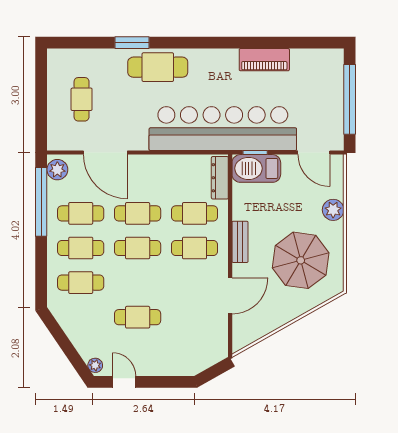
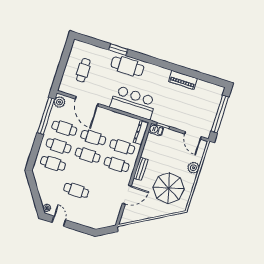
bar counter: (223, 129) -> (133, 103), width x0.54
barbecue: (256, 168) -> (156, 130), width x0.53, depth x0.65

